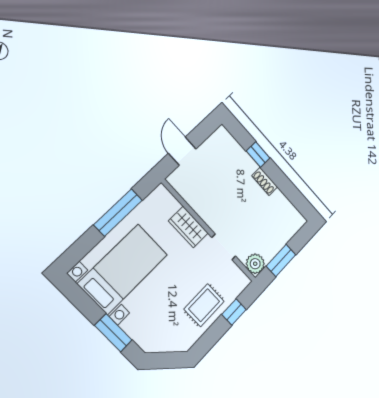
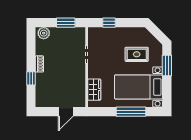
window: (118, 212) -> (131, 112), moved
wardrobe: (188, 227) -> (94, 90), moved
plant: (255, 264) -> (44, 33), moved
rug: (204, 305) -> (137, 54), moved

